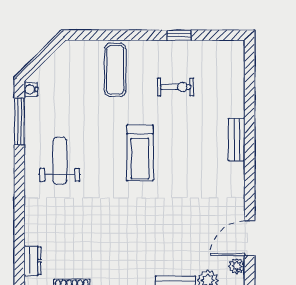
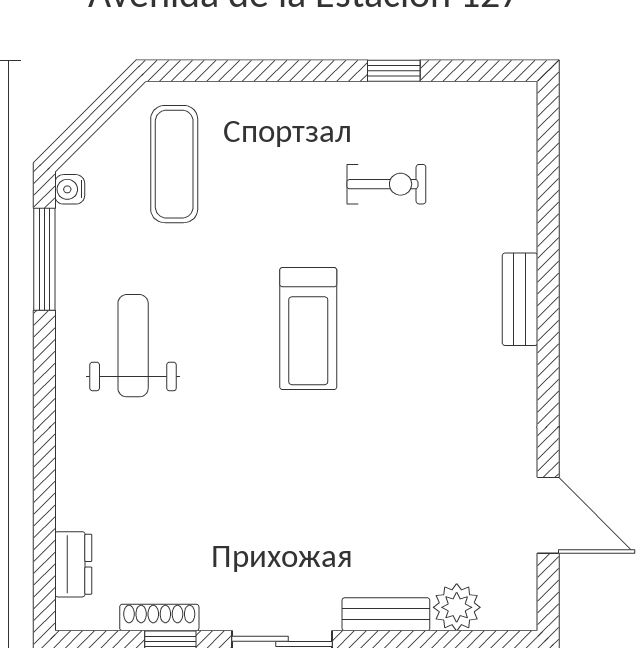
exercise mat: (115, 70) -> (174, 164), moved
door: (250, 238) -> (548, 515), swing flipped
plant: (237, 266) -> (520, 576), removed

